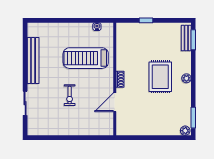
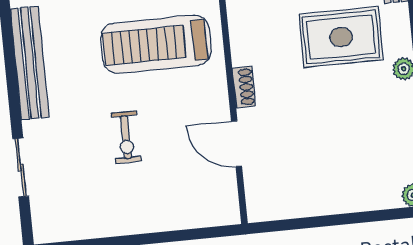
rug: (160, 77) -> (341, 37), moved, turned 90
door: (115, 102) -> (237, 144), hinge flipped

